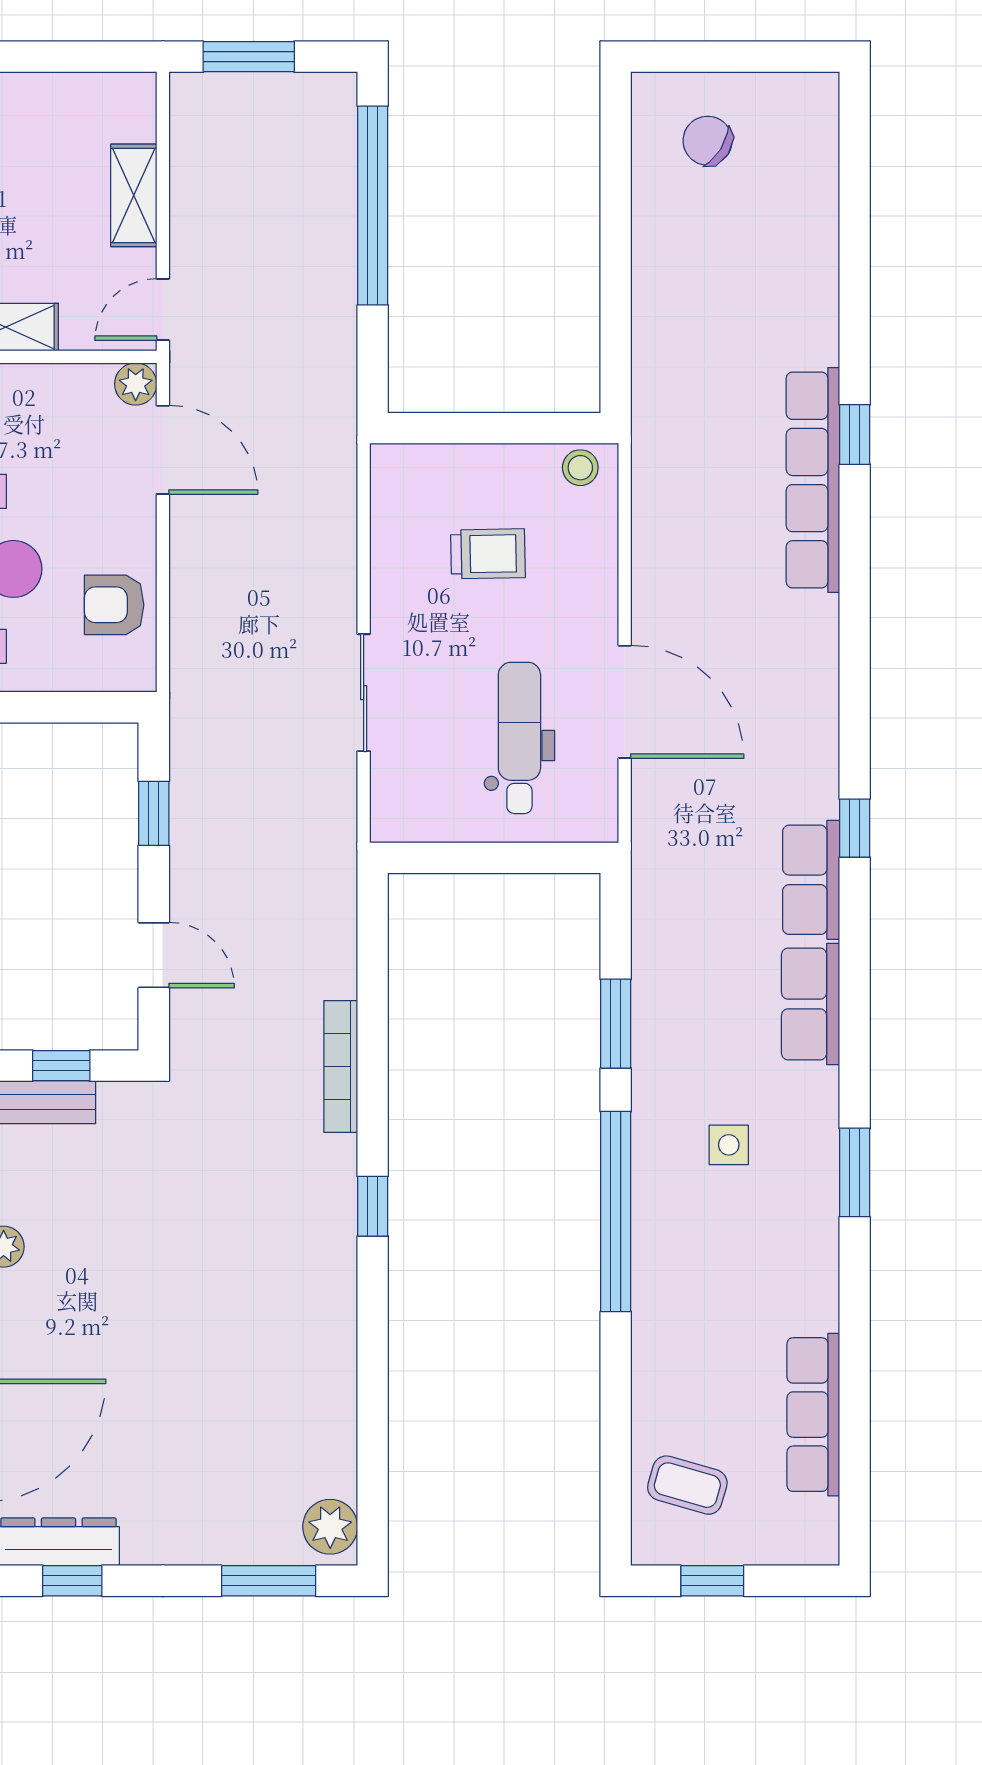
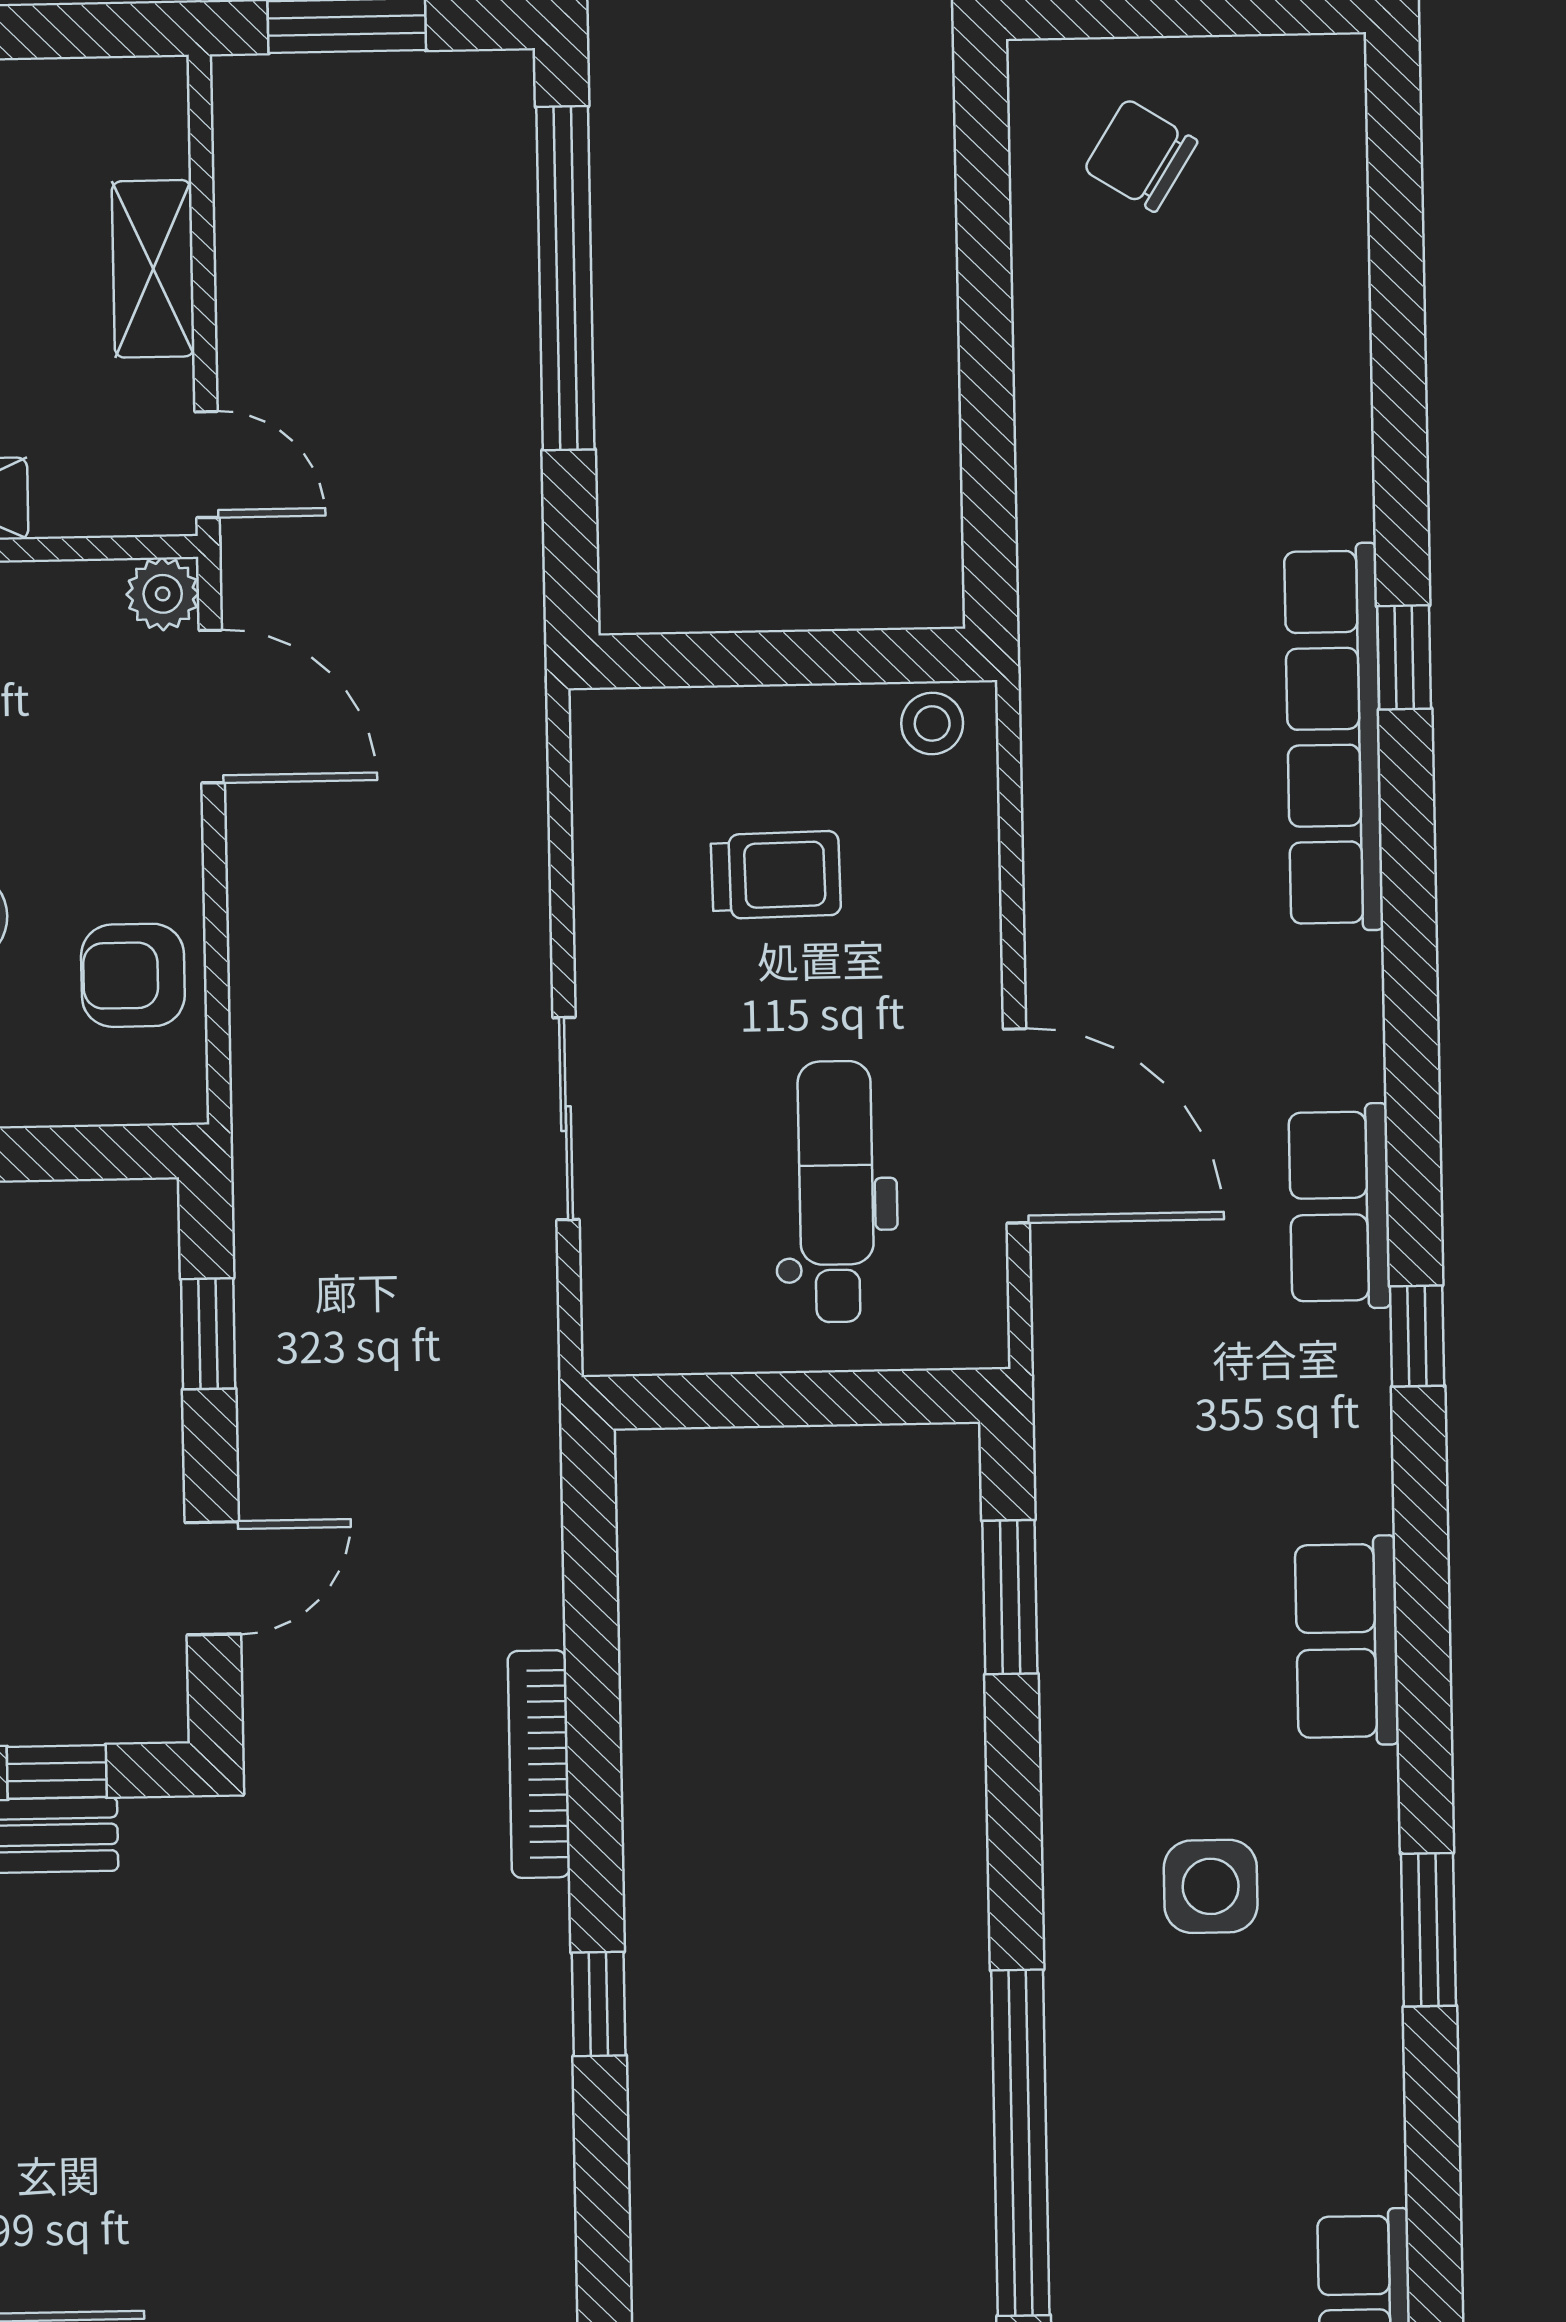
door: (163, 310) -> (207, 465), swing flipped
row of seats: (811, 880) -> (1340, 1206), moved
door: (154, 955) -> (213, 1578), hinge flipped
window: (616, 1024) -> (1010, 1597), moved
side table: (729, 1145) -> (1211, 1886), width x1.37, depth x1.37
window: (616, 1212) -> (1020, 2143), moved

